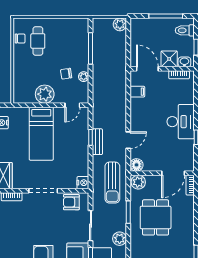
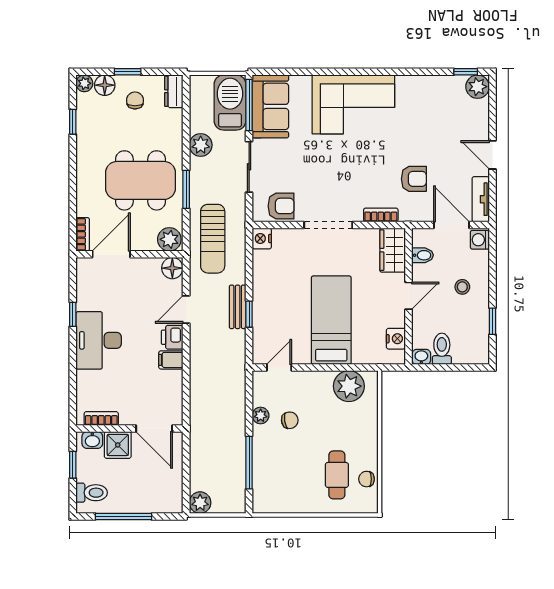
filing cabinet: (137, 92) -> (171, 360), moved
plant: (45, 94) -> (349, 386), moved
printer: (137, 123) -> (172, 337), added
sun lounger: (112, 183) -> (213, 239), turned 180
dining table: (156, 217) -> (141, 180), width x1.38

